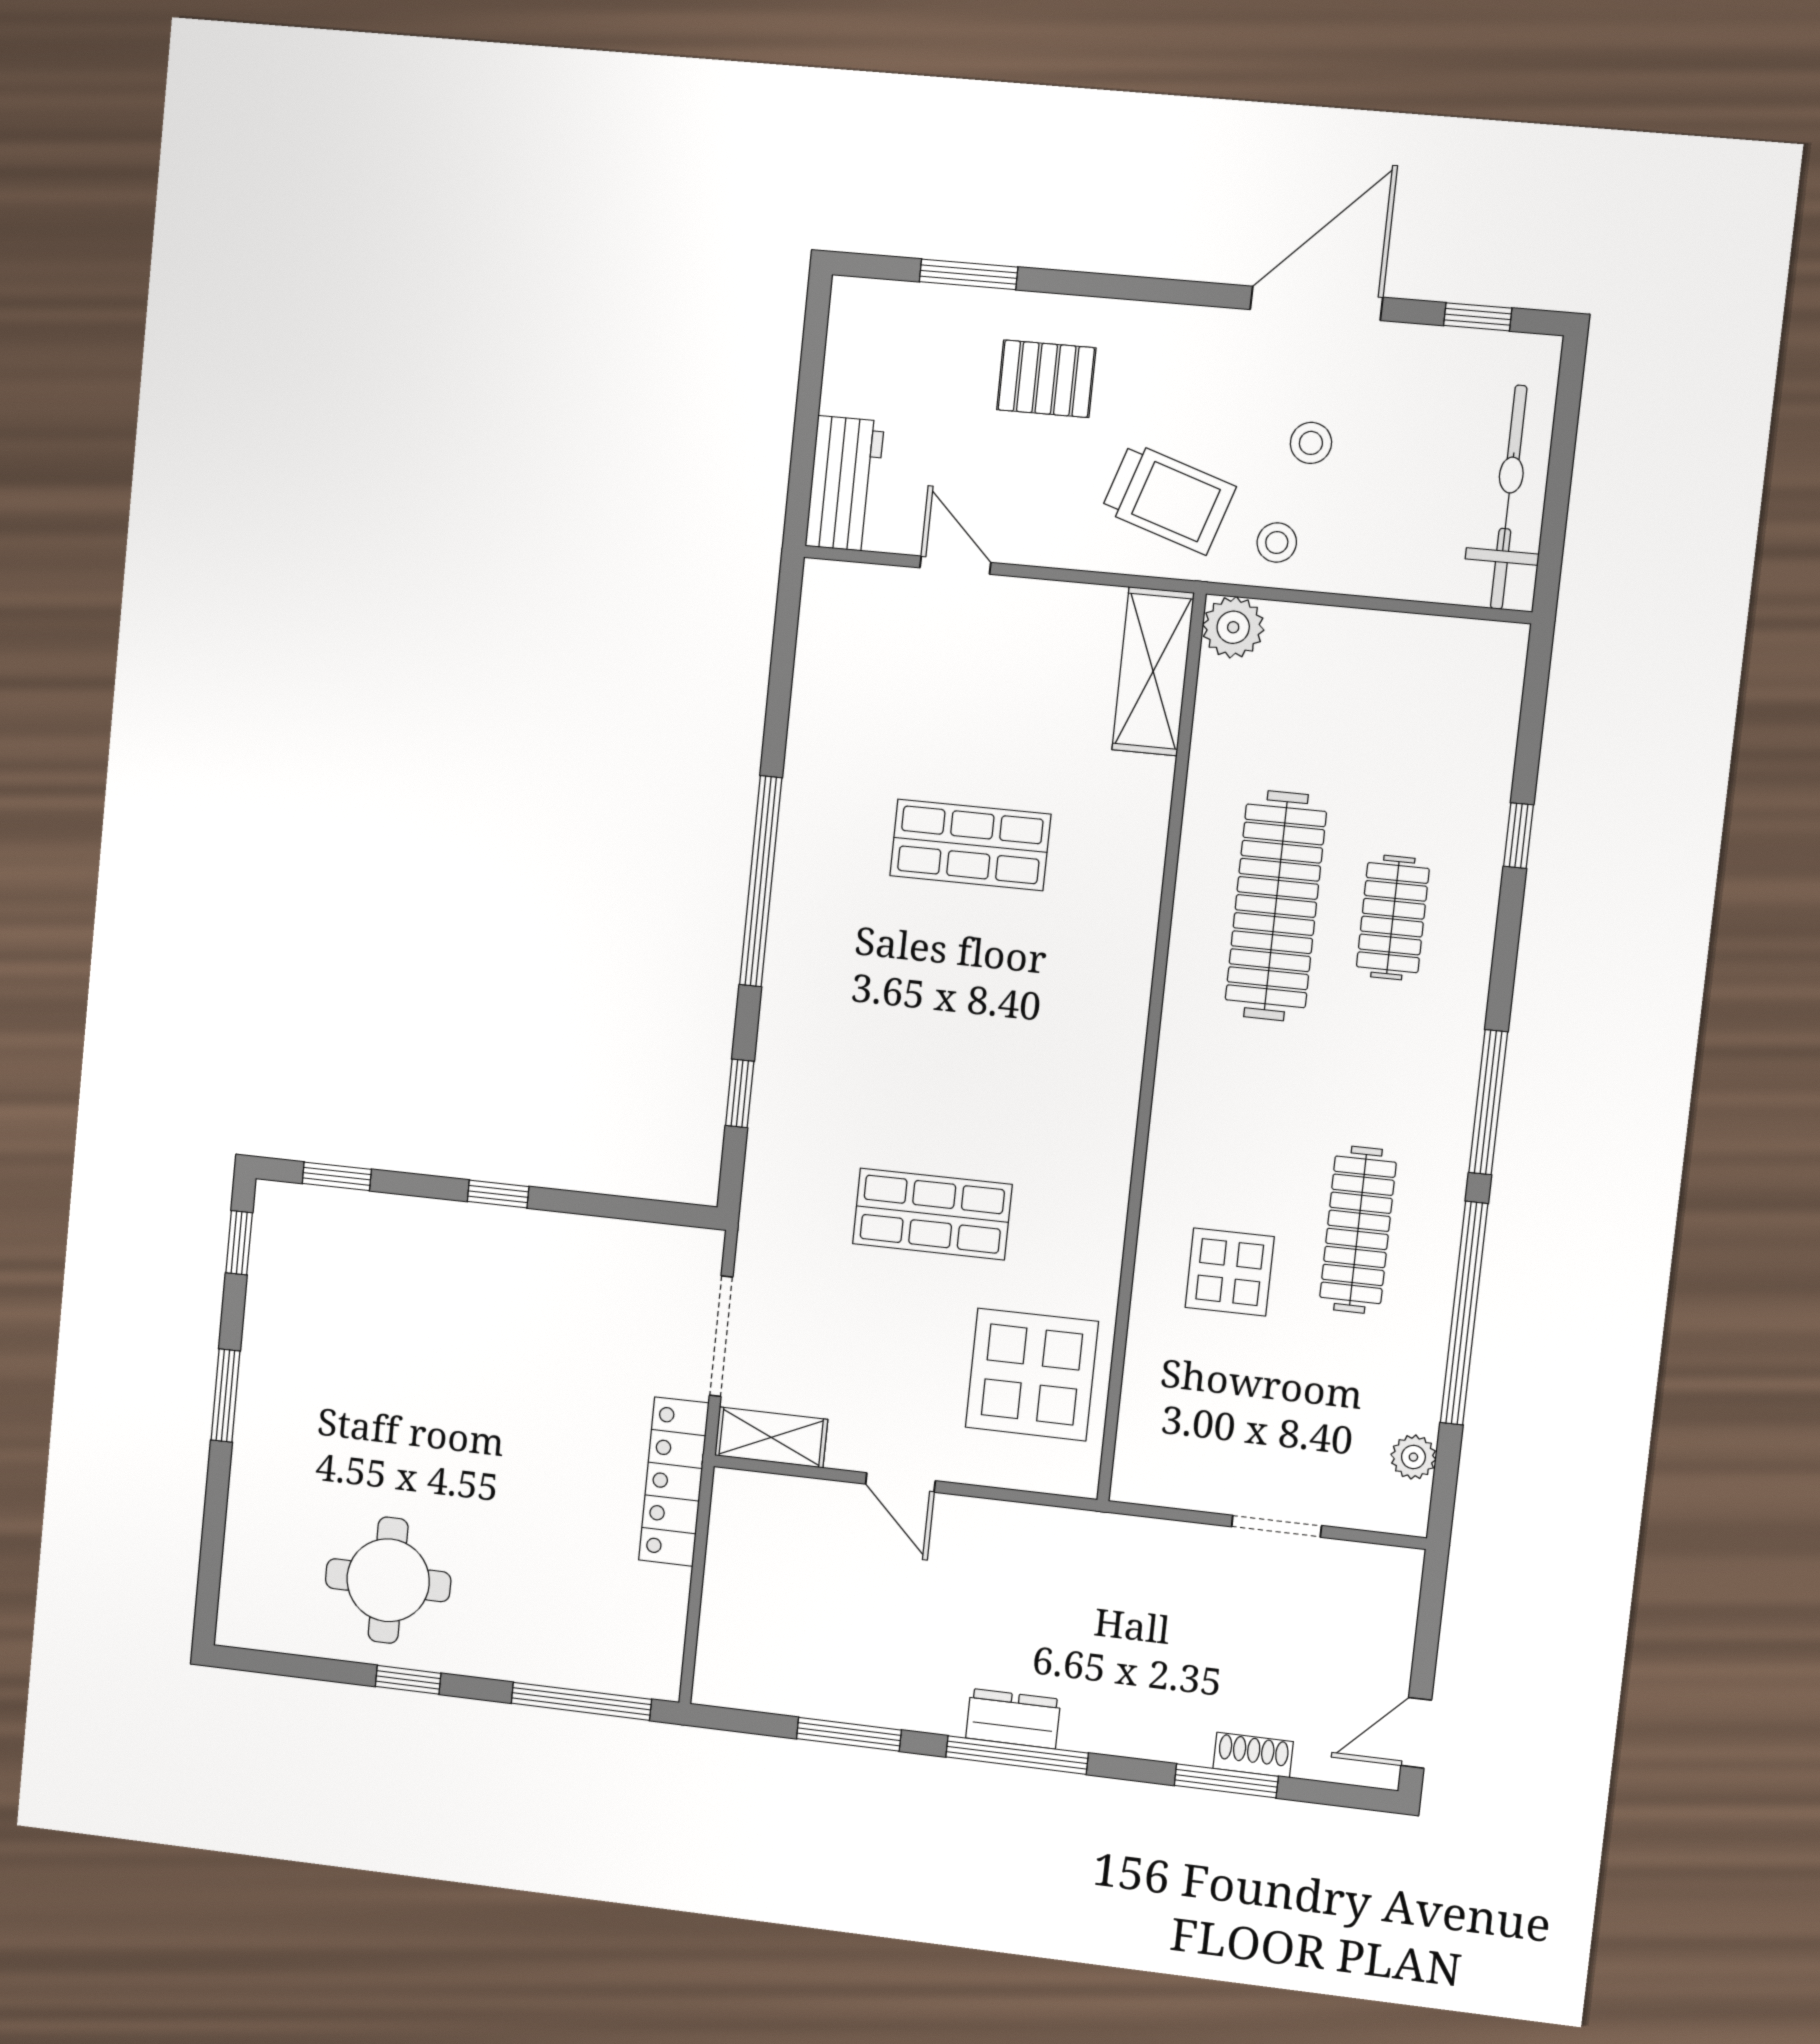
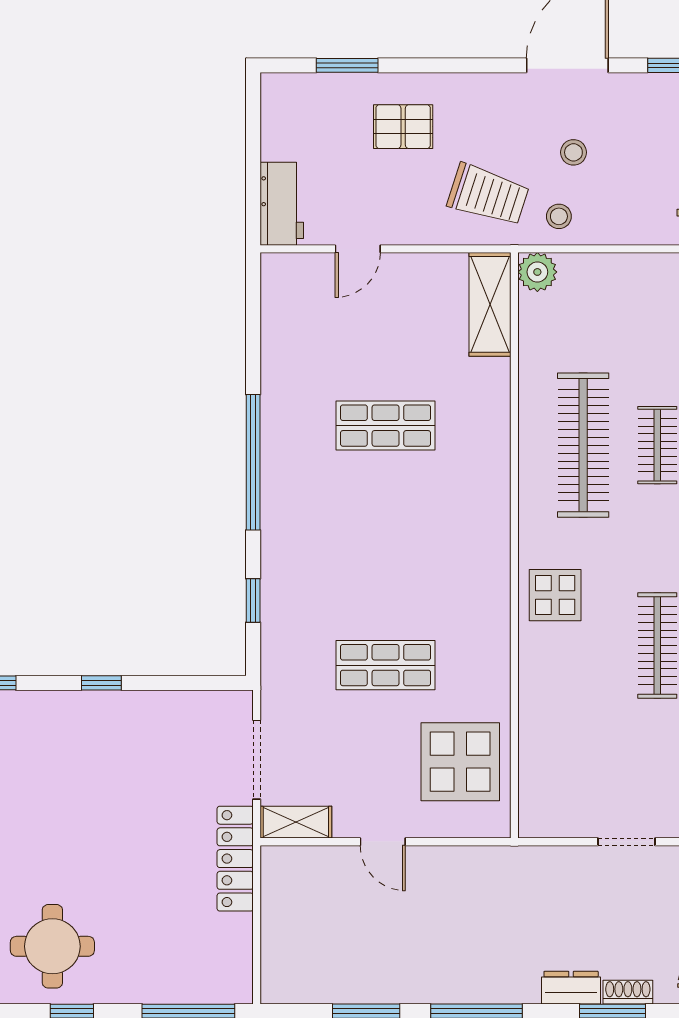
door: (955, 565) -> (358, 249), swing flipped
display table: (1230, 1272) -> (555, 595), moved
dresser: (1013, 1719) -> (571, 988), moved

